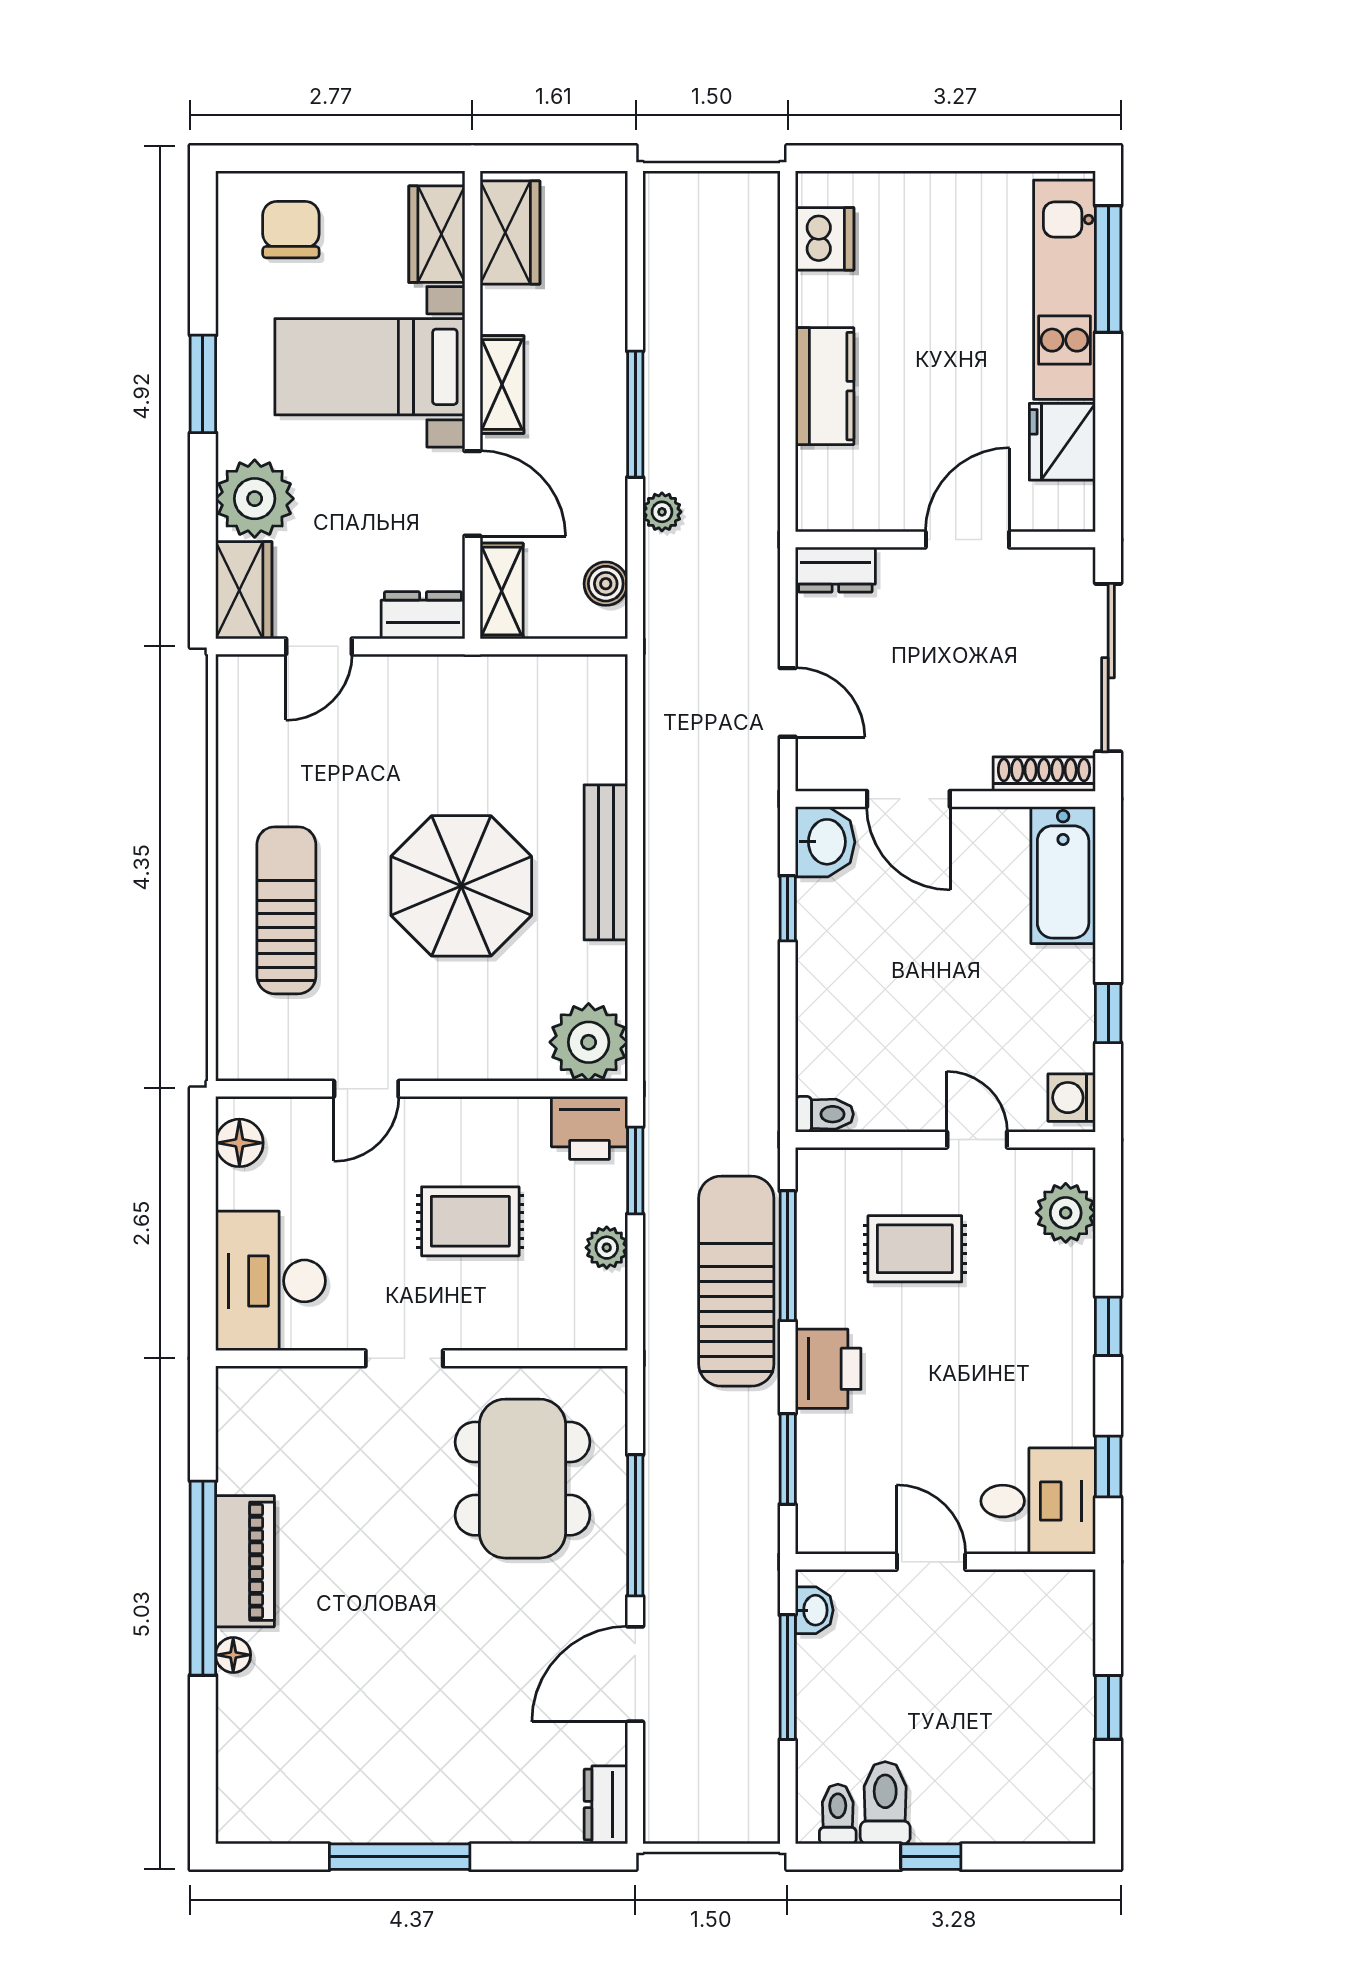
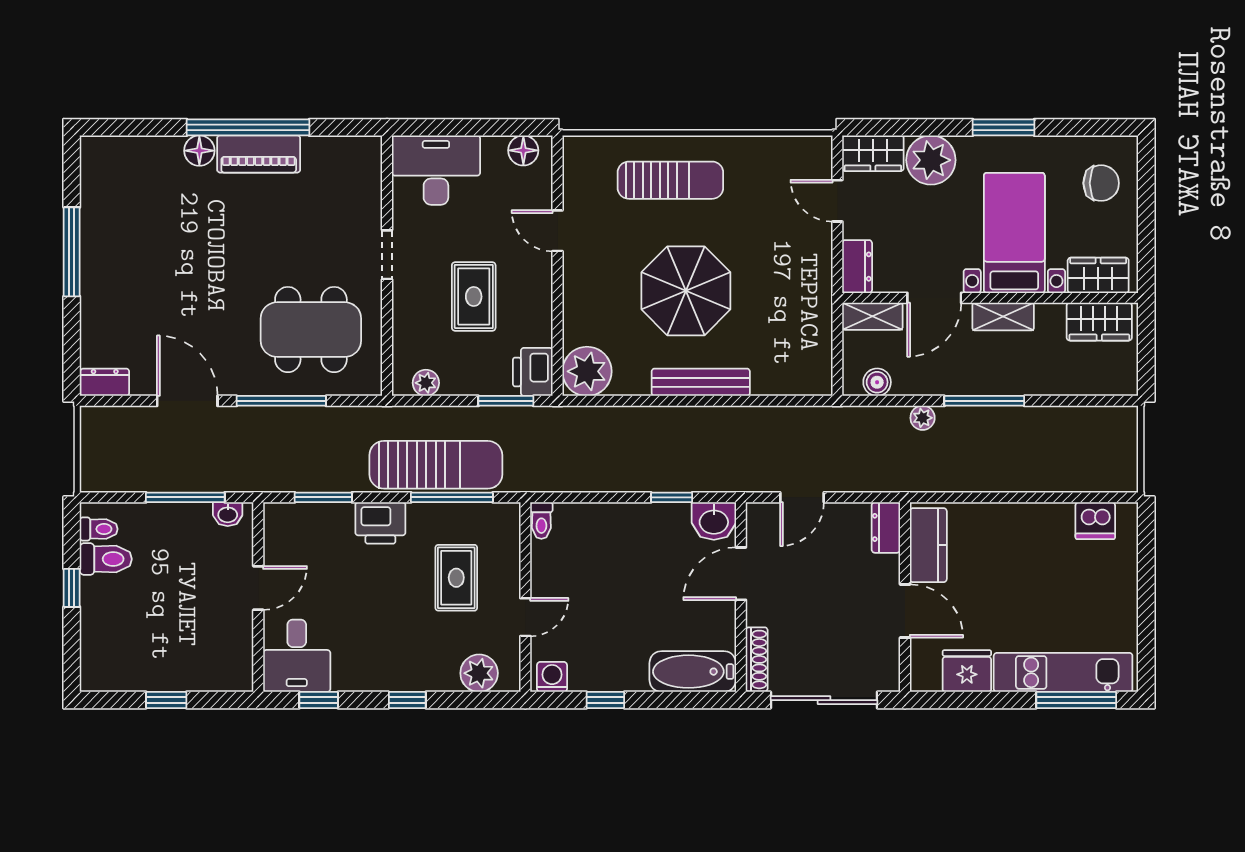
kitchen counter: (825, 386) -> (928, 545), moved, turned -90
plant: (607, 1248) -> (426, 383), moved
floor lamp: (233, 1655) -> (199, 151), width x1.37, depth x1.37

